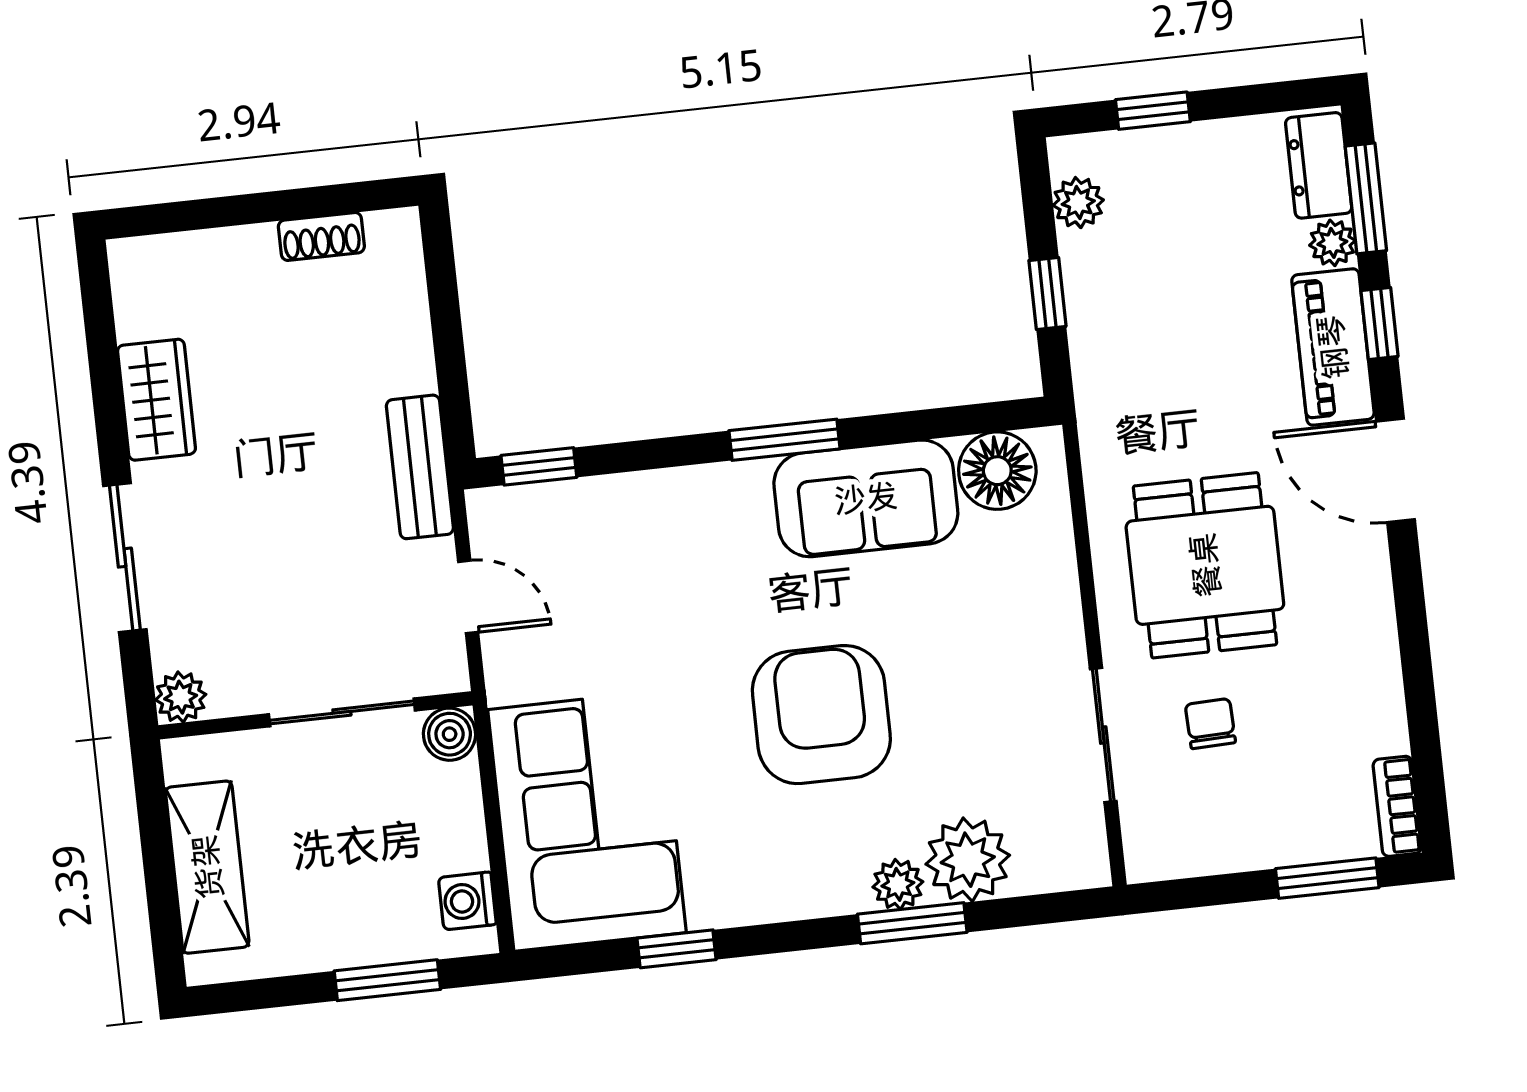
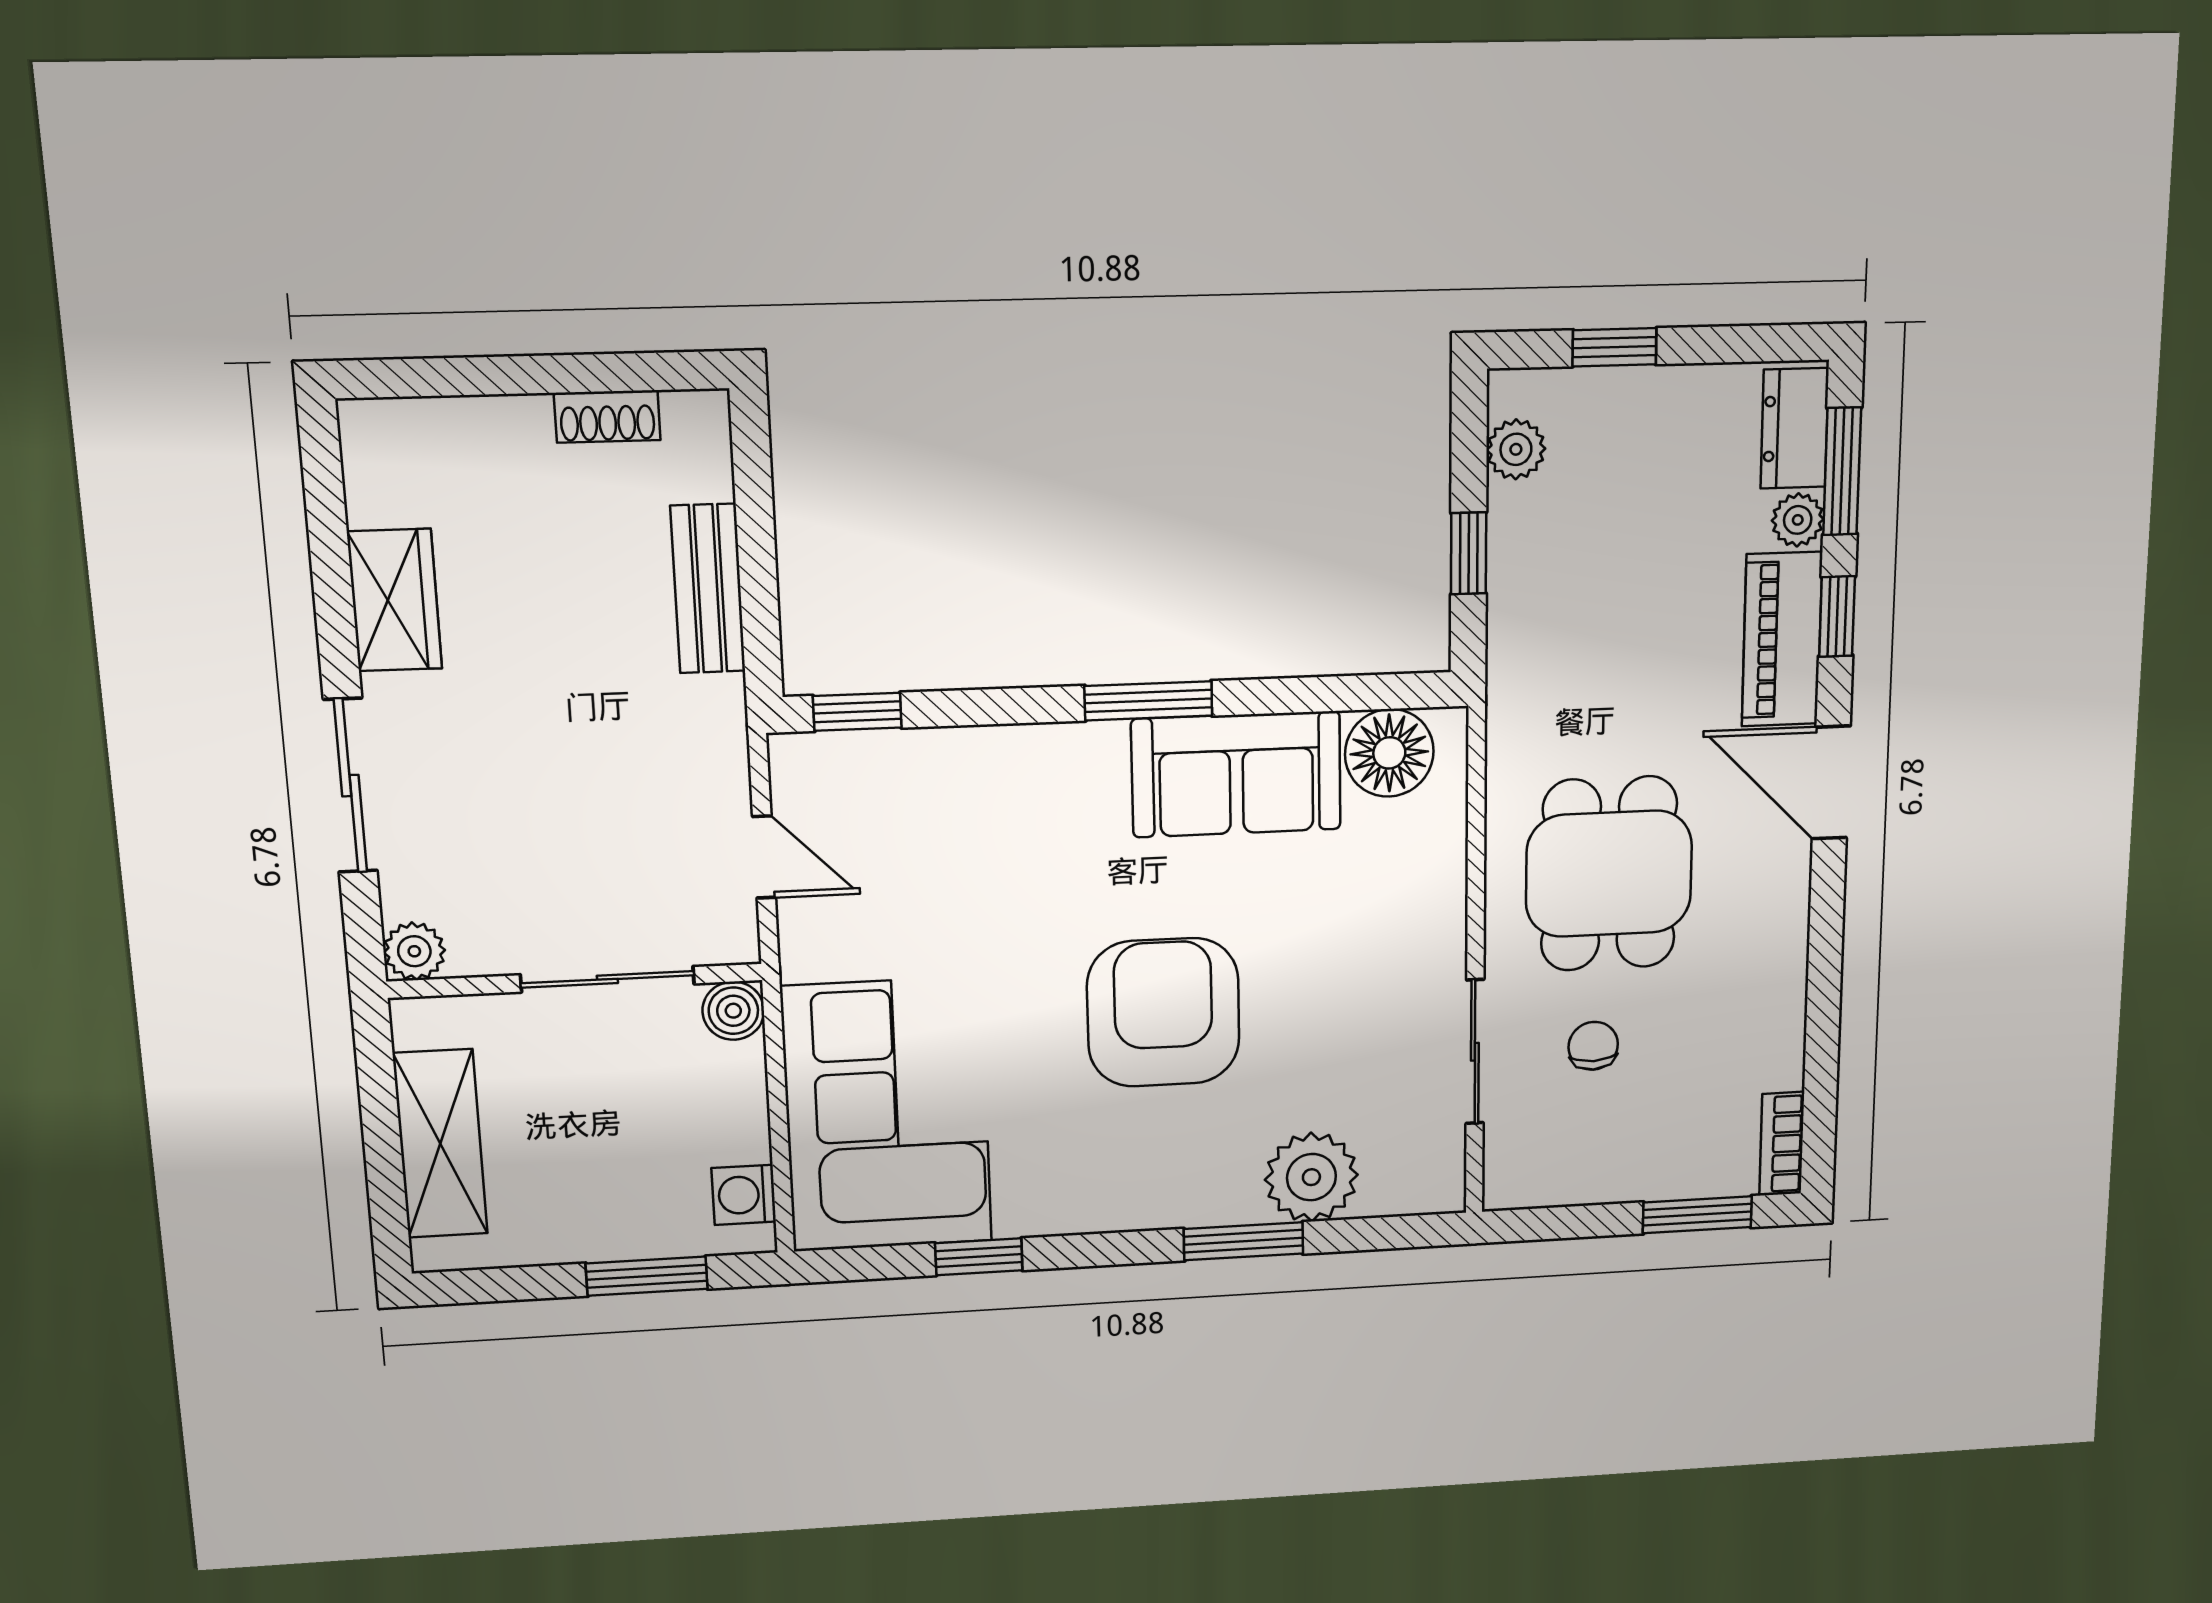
bench: (420, 467) -> (708, 589), moved
plant: (898, 884) -> (1232, 1200), removed

